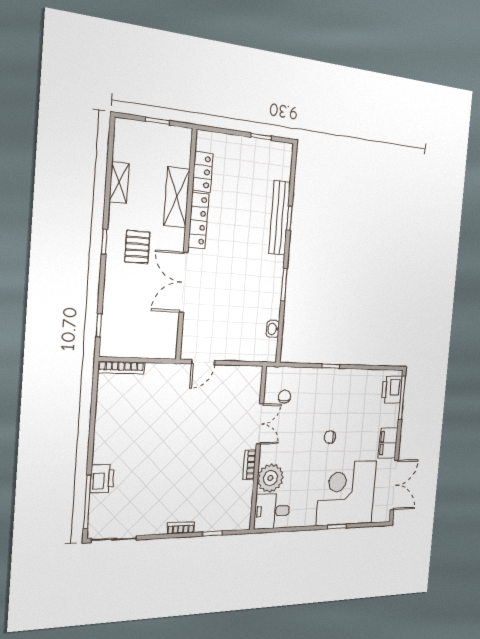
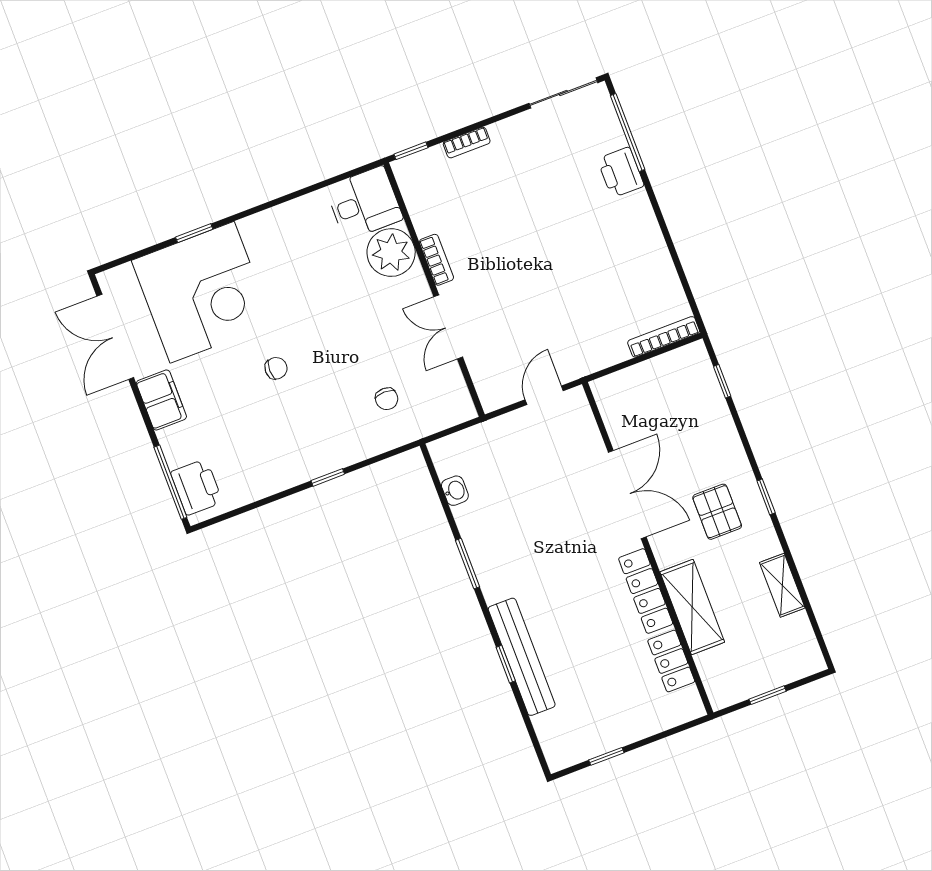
double door: (260, 424) -> (448, 327), moved
wall: (258, 448) -> (434, 290), moved
bookcase: (250, 465) -> (436, 260), moved
plant: (270, 478) -> (391, 253), moved
desk: (272, 511) -> (364, 203), moved

